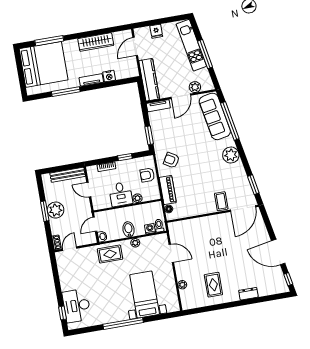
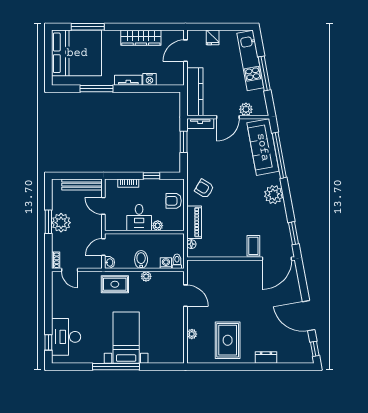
window: (149, 135) -> (184, 142), moved
door: (70, 249) -> (70, 270), swing flipped
rug: (213, 285) -> (228, 340), width x1.36, depth x1.43
bed with nightstands: (145, 294) -> (126, 338), moved

